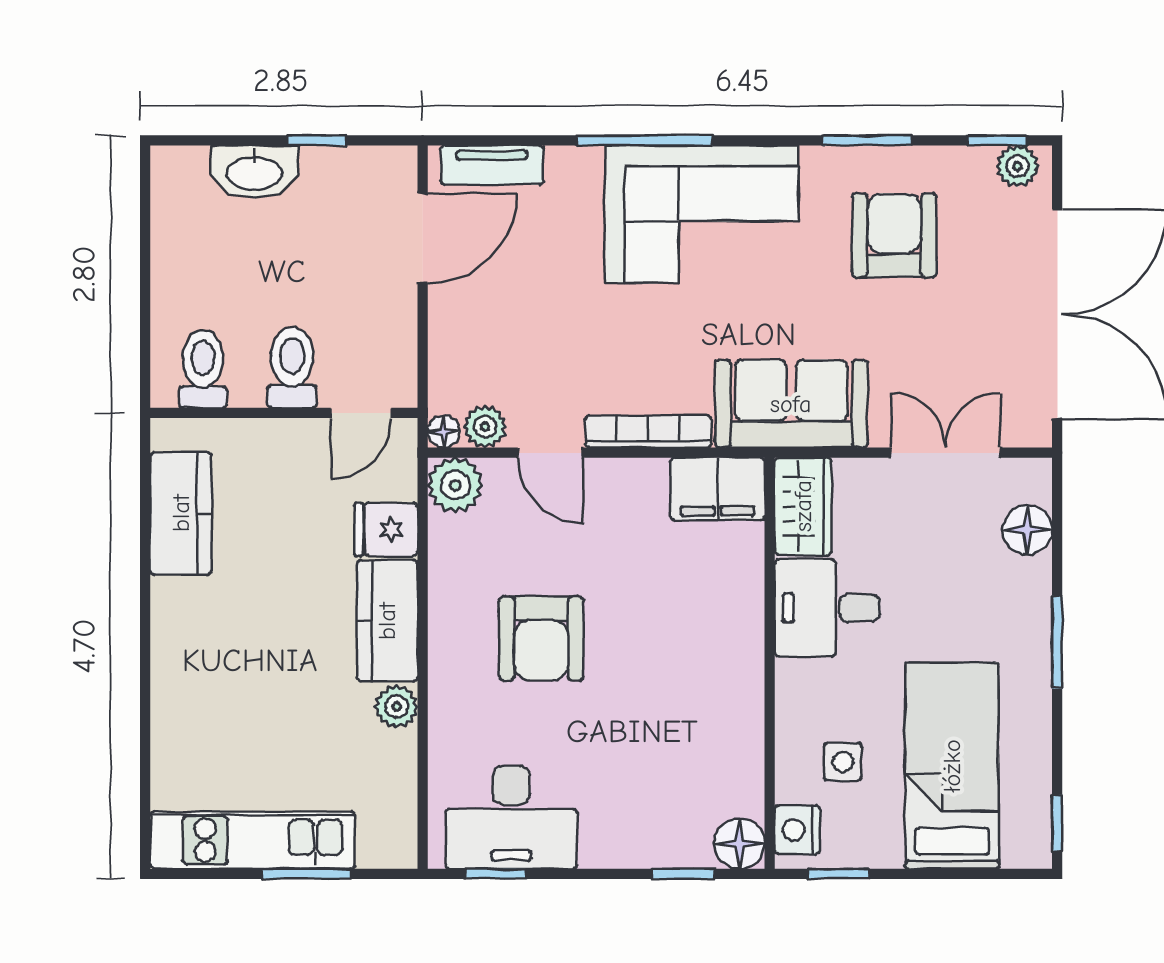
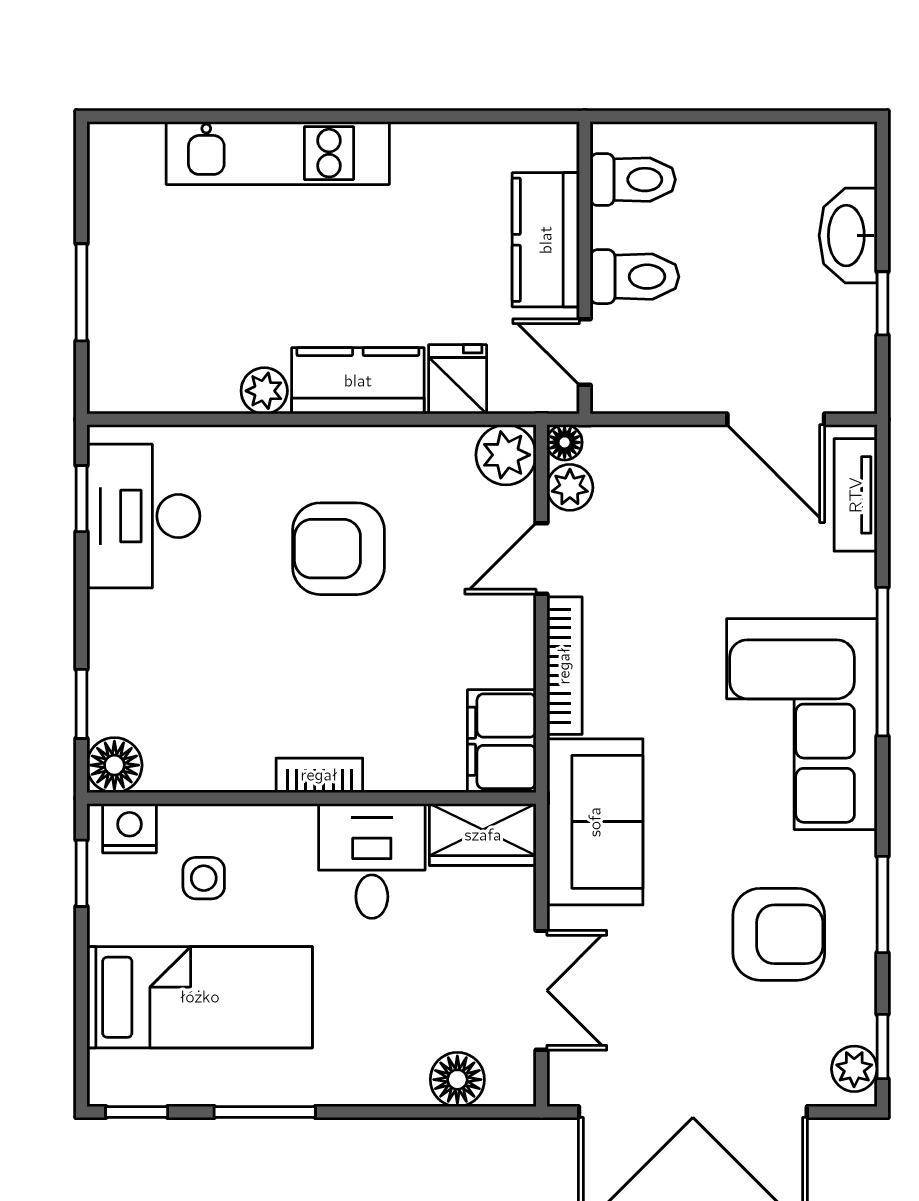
kitchen counter: (181, 513) -> (546, 240), moved, turned 90
window: (1057, 642) -> (265, 1112), moved
bookcase: (749, 656) -> (319, 775), added
kitchen unit: (252, 840) -> (278, 153), moved, turned 90

